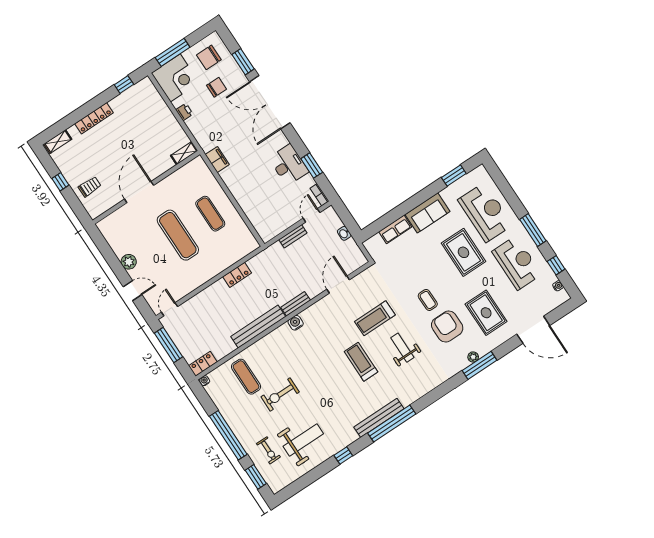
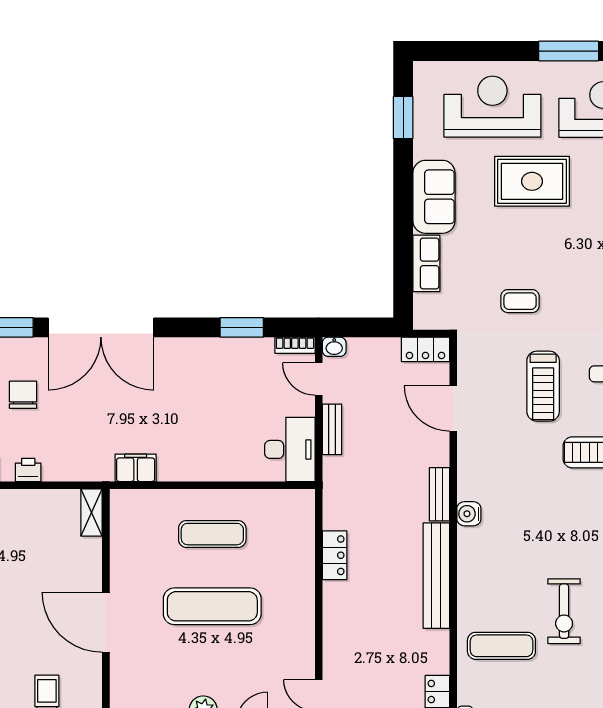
desk: (289, 165) -> (290, 449), moved, turned 90
washbasin: (344, 233) -> (334, 347), moved
locker: (356, 254) -> (425, 349), added
coffee table: (428, 300) -> (520, 301), moved

